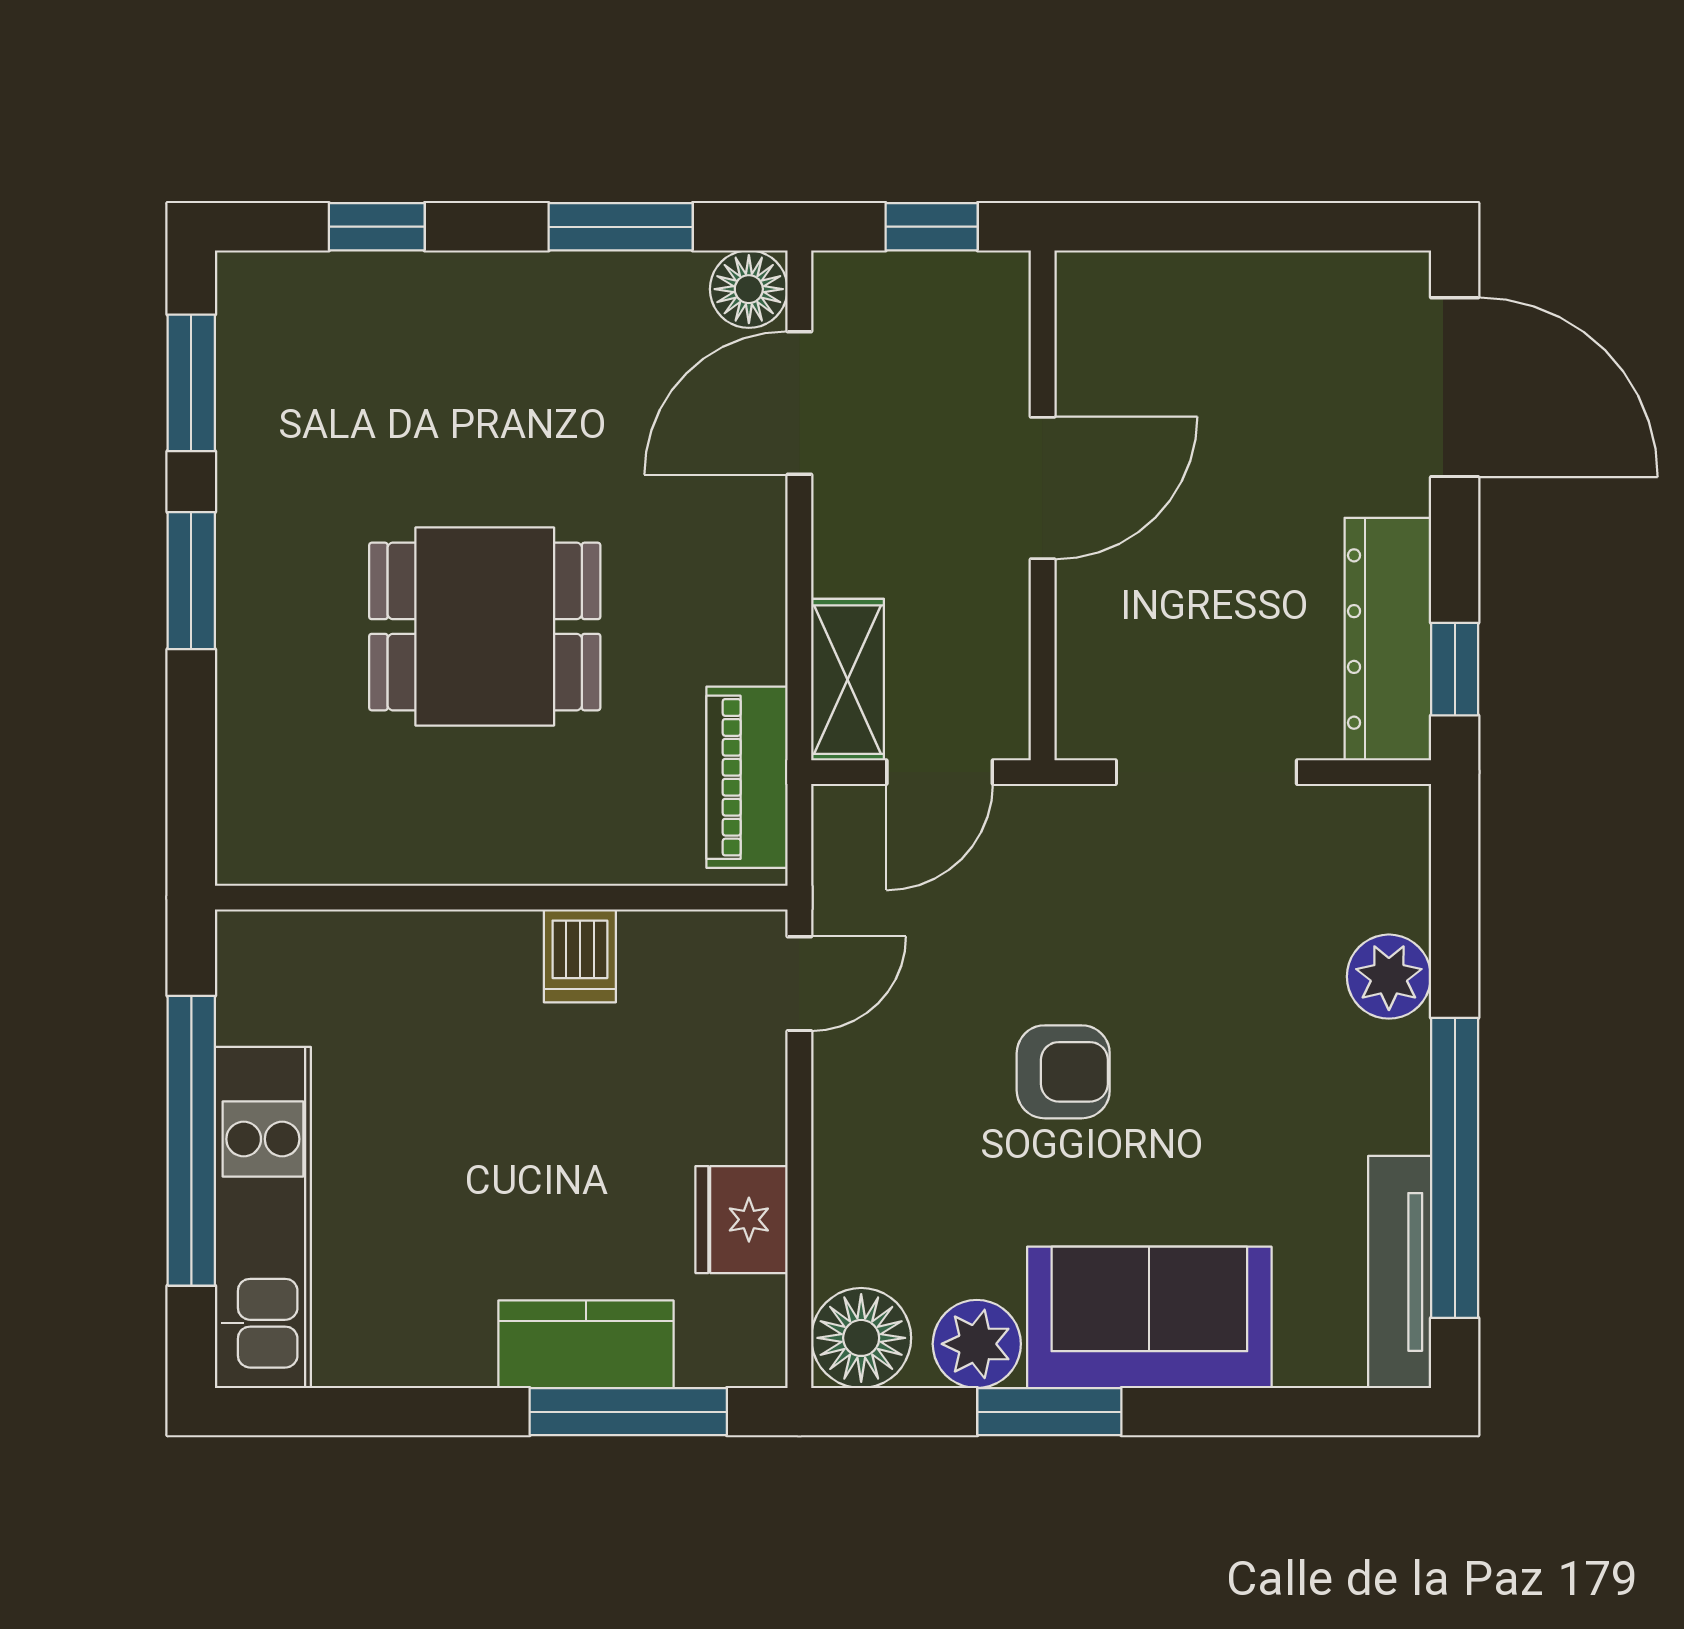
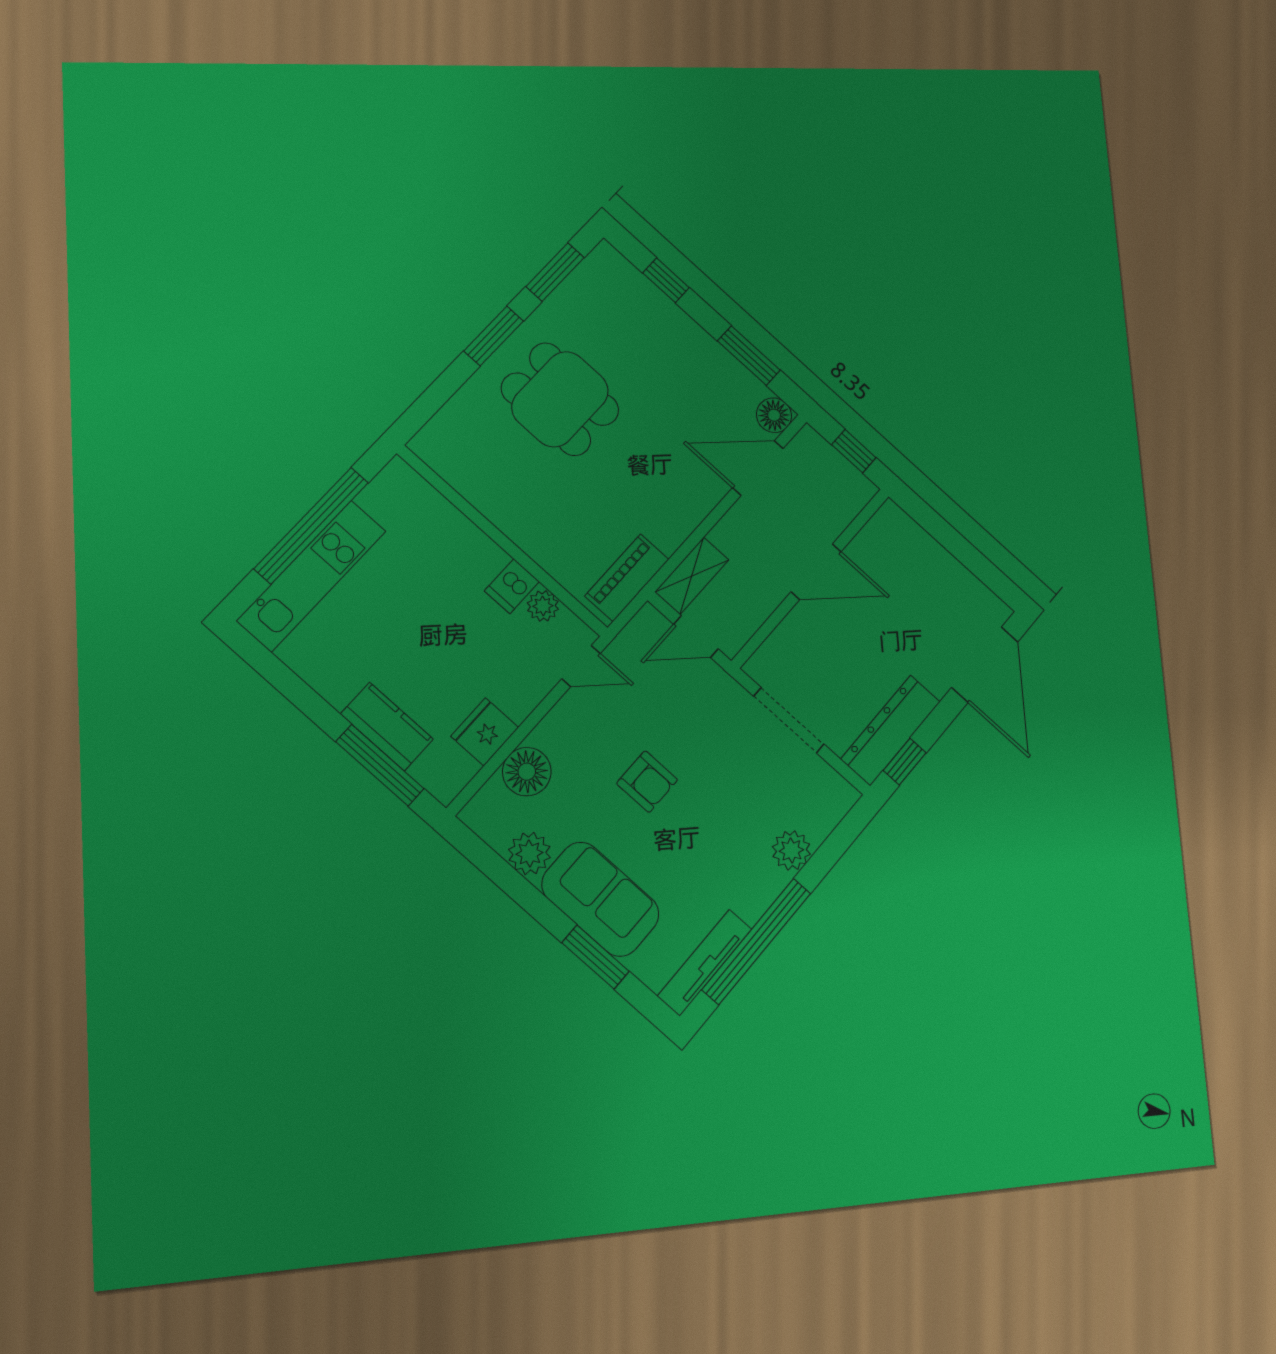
dining table: (485, 626) -> (560, 399), moved
plant: (656, 943) -> (543, 606), added
floor lamp: (861, 1338) -> (527, 772), moved
window: (1049, 1412) -> (595, 957), moved

